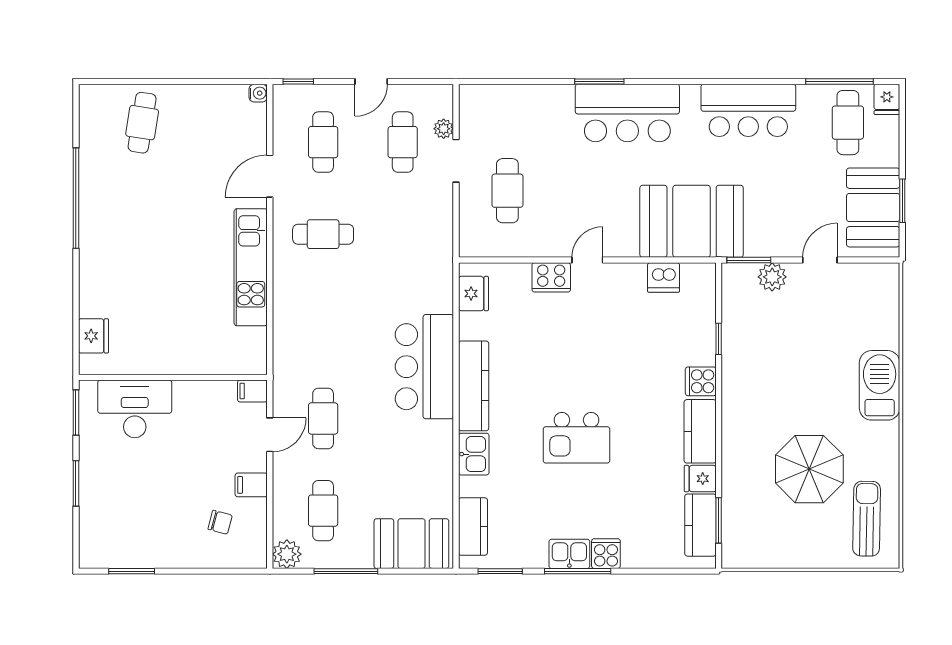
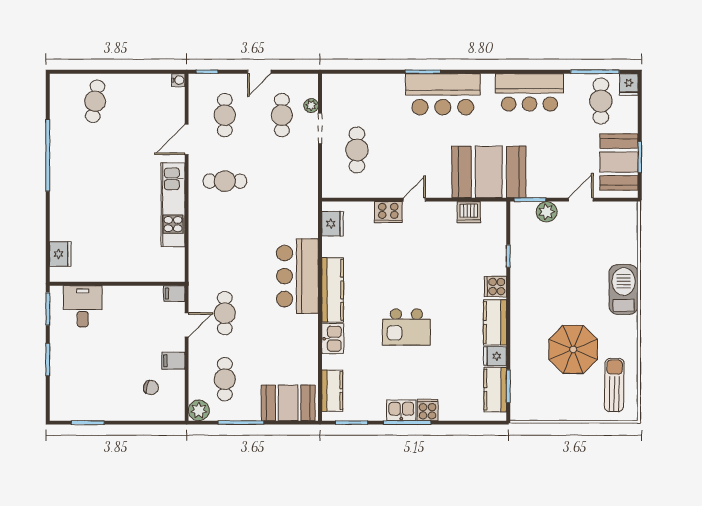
desk: (135, 409) -> (83, 306), width x0.73

